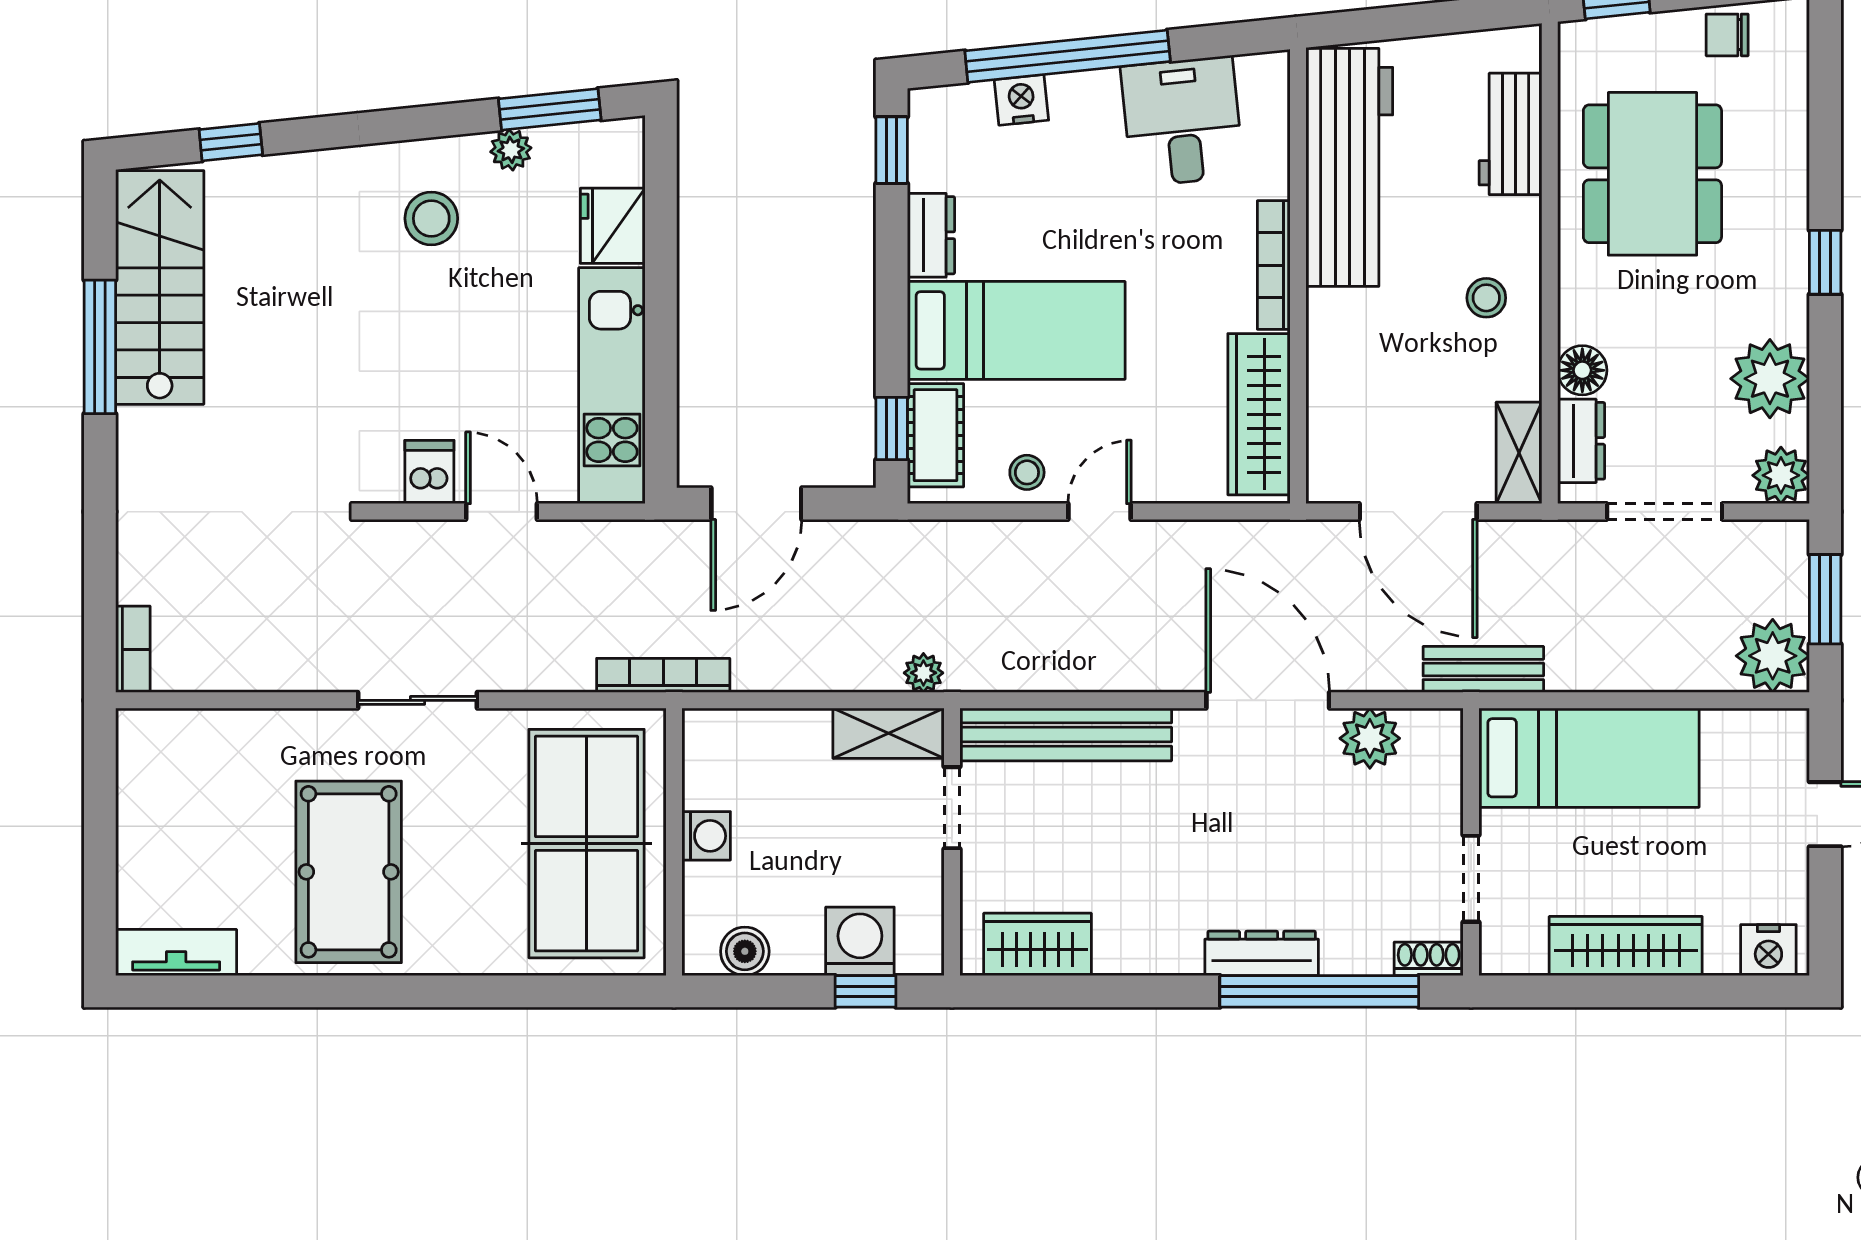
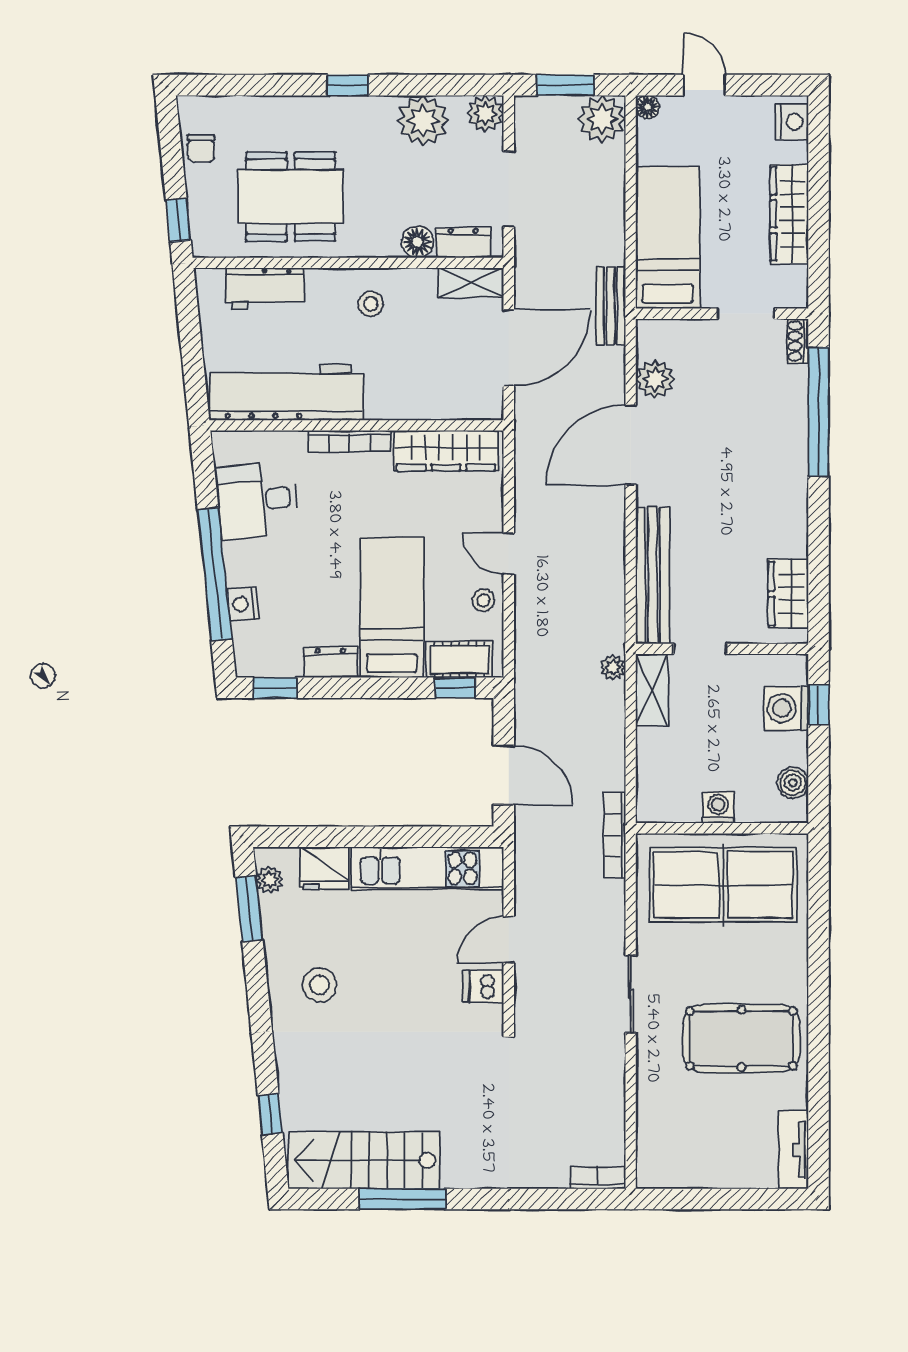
plant: (511, 150) -> (270, 880), moved
floor lamp: (1791, 726) -> (647, 107), added
dresser: (1262, 953) -> (794, 449), removed

